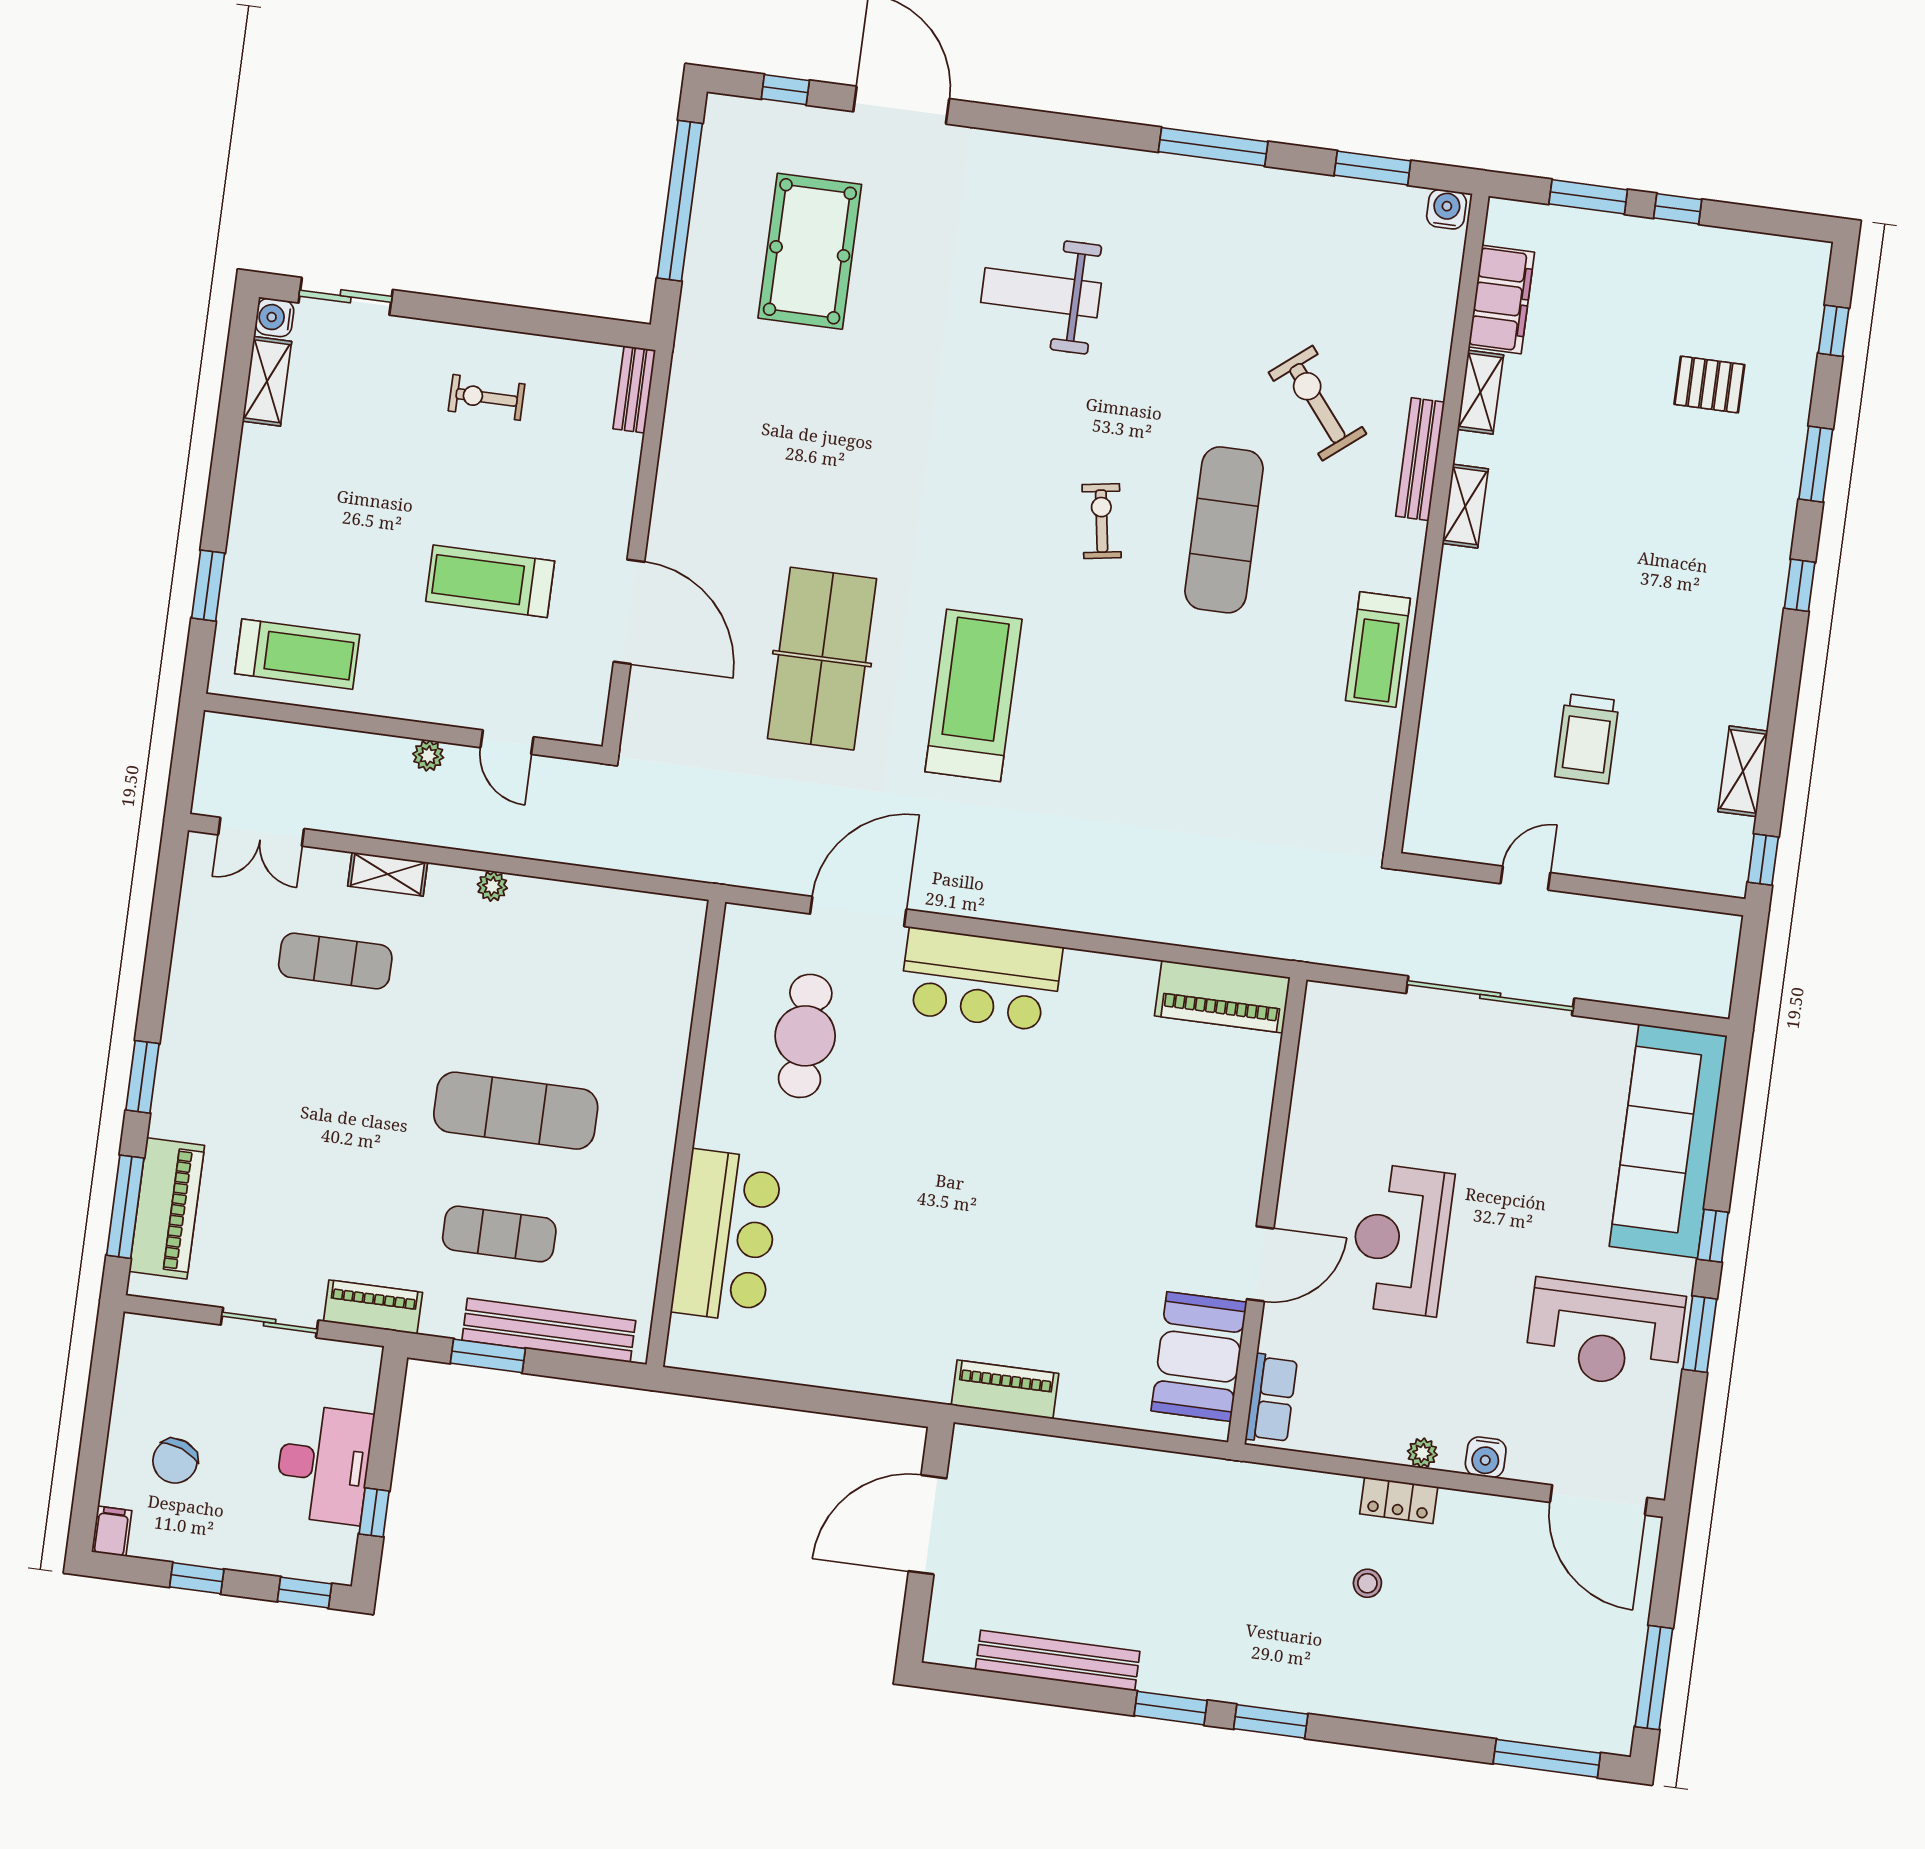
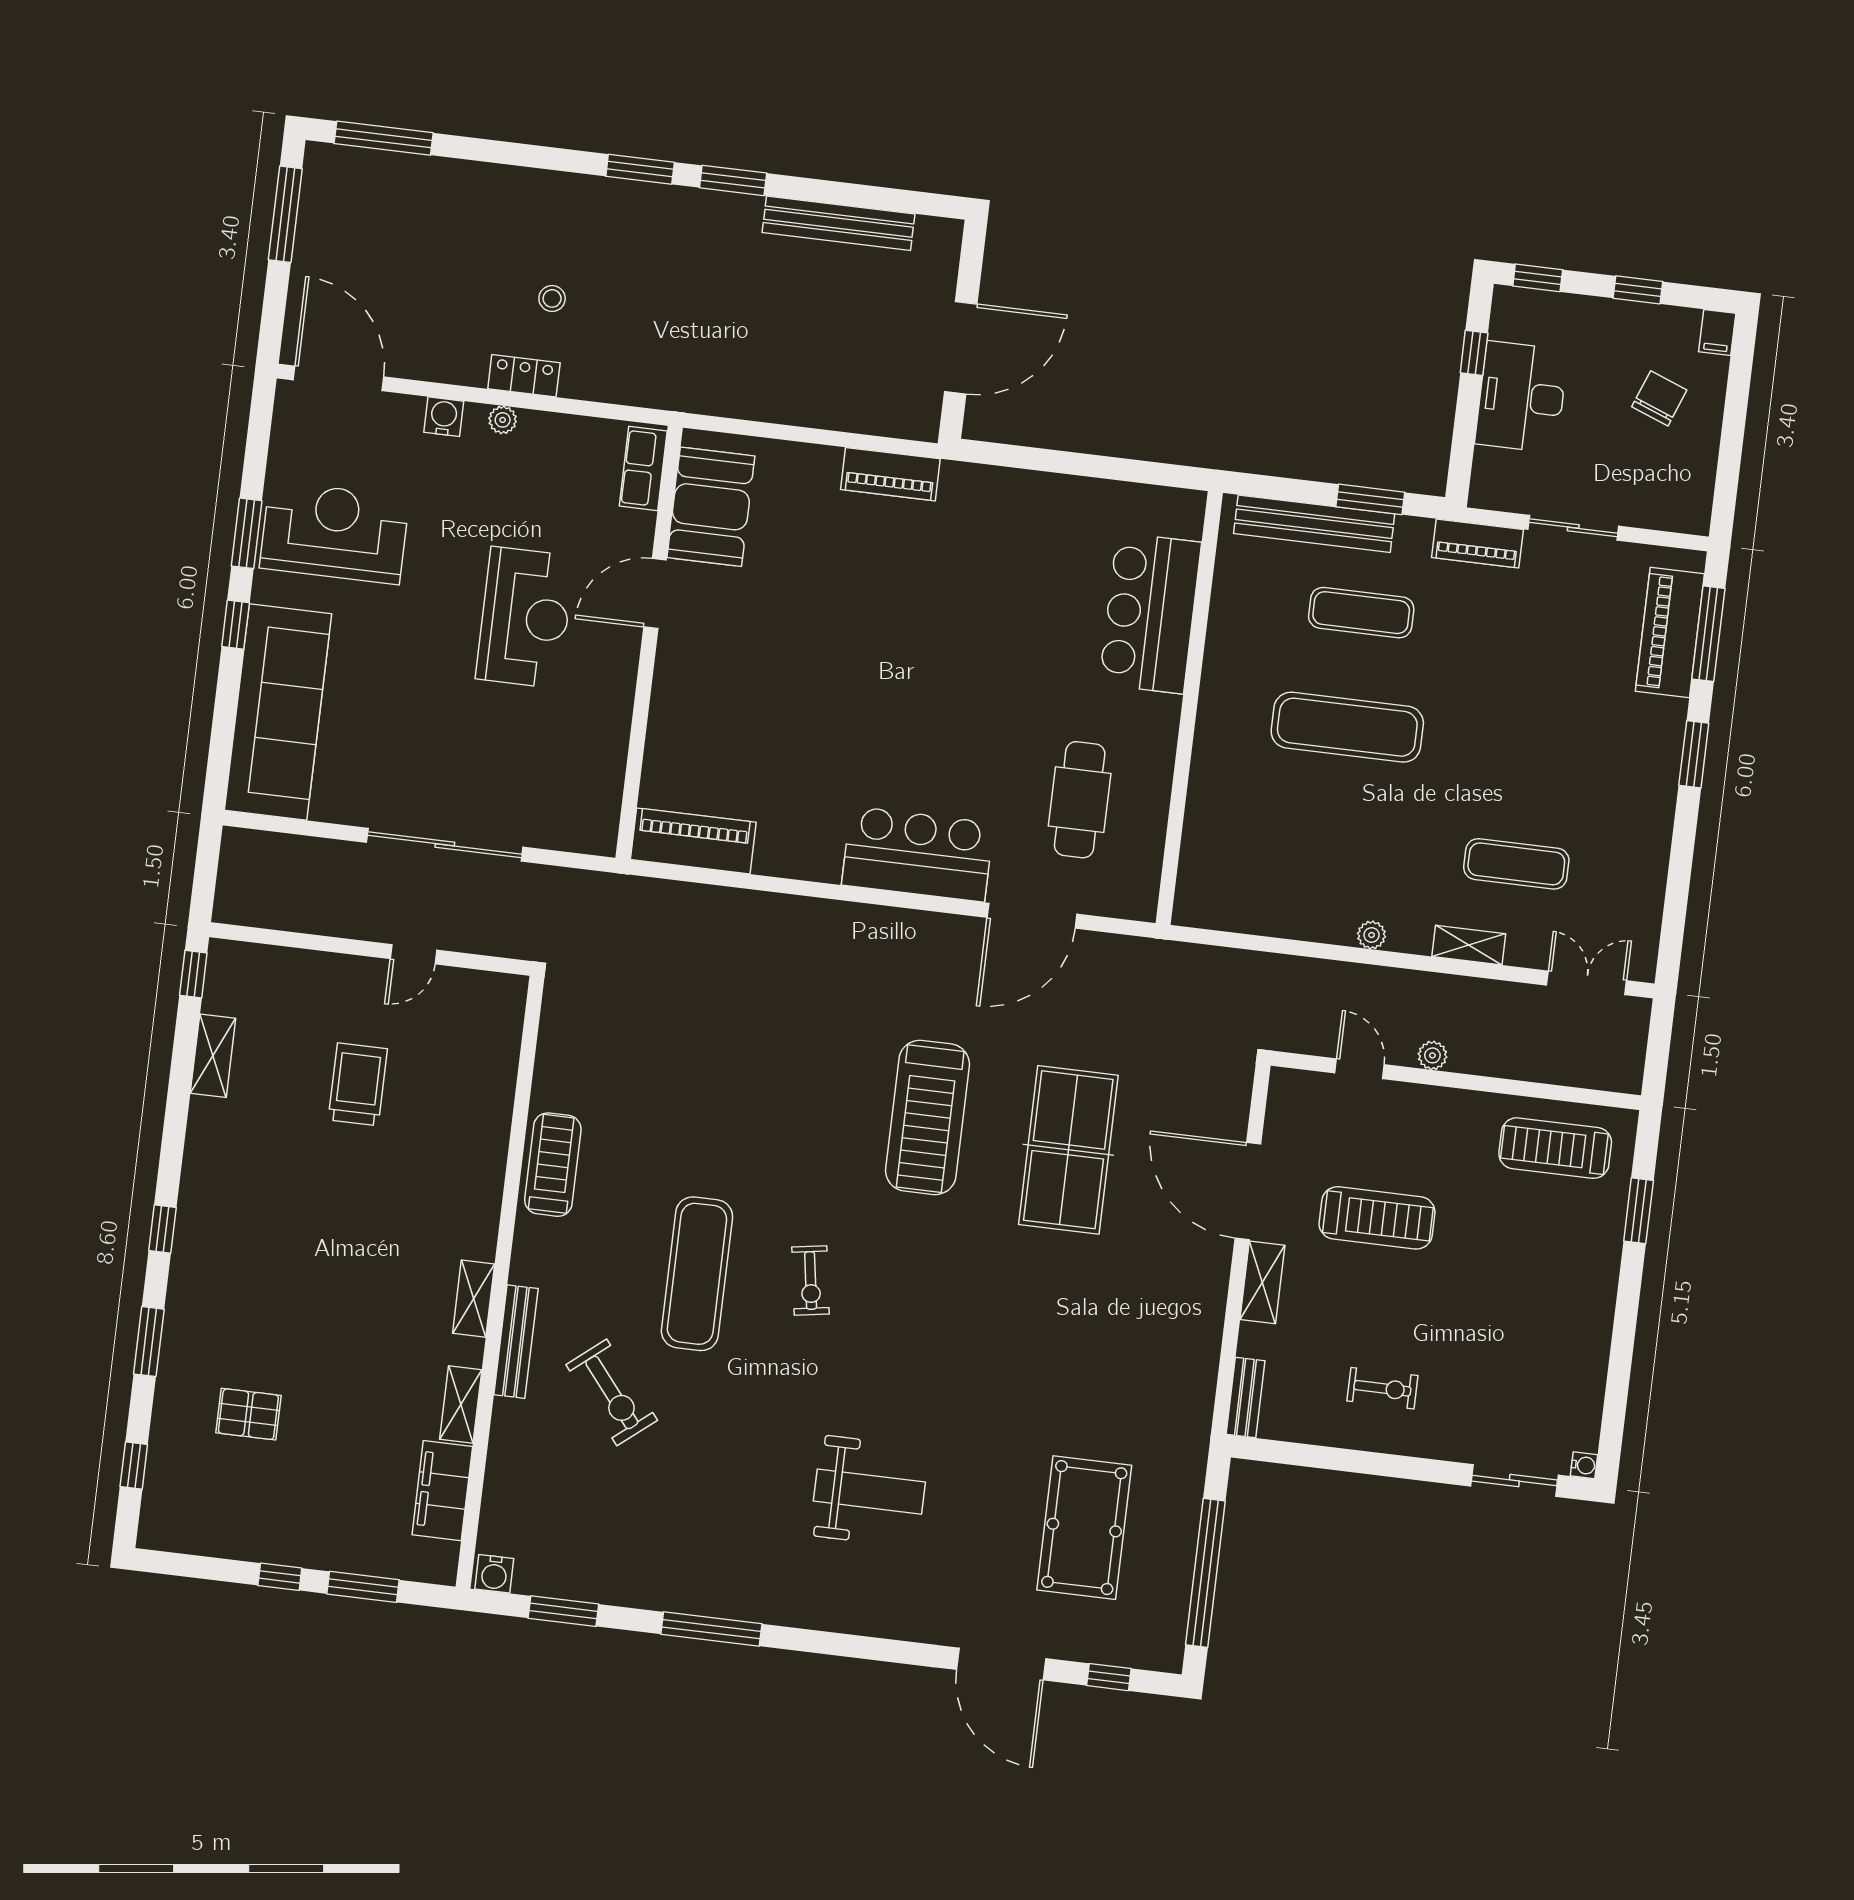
water cooler: (275, 317) -> (1584, 1465), width x0.72, depth x0.72
shelving: (267, 381) -> (1262, 1282), moved

